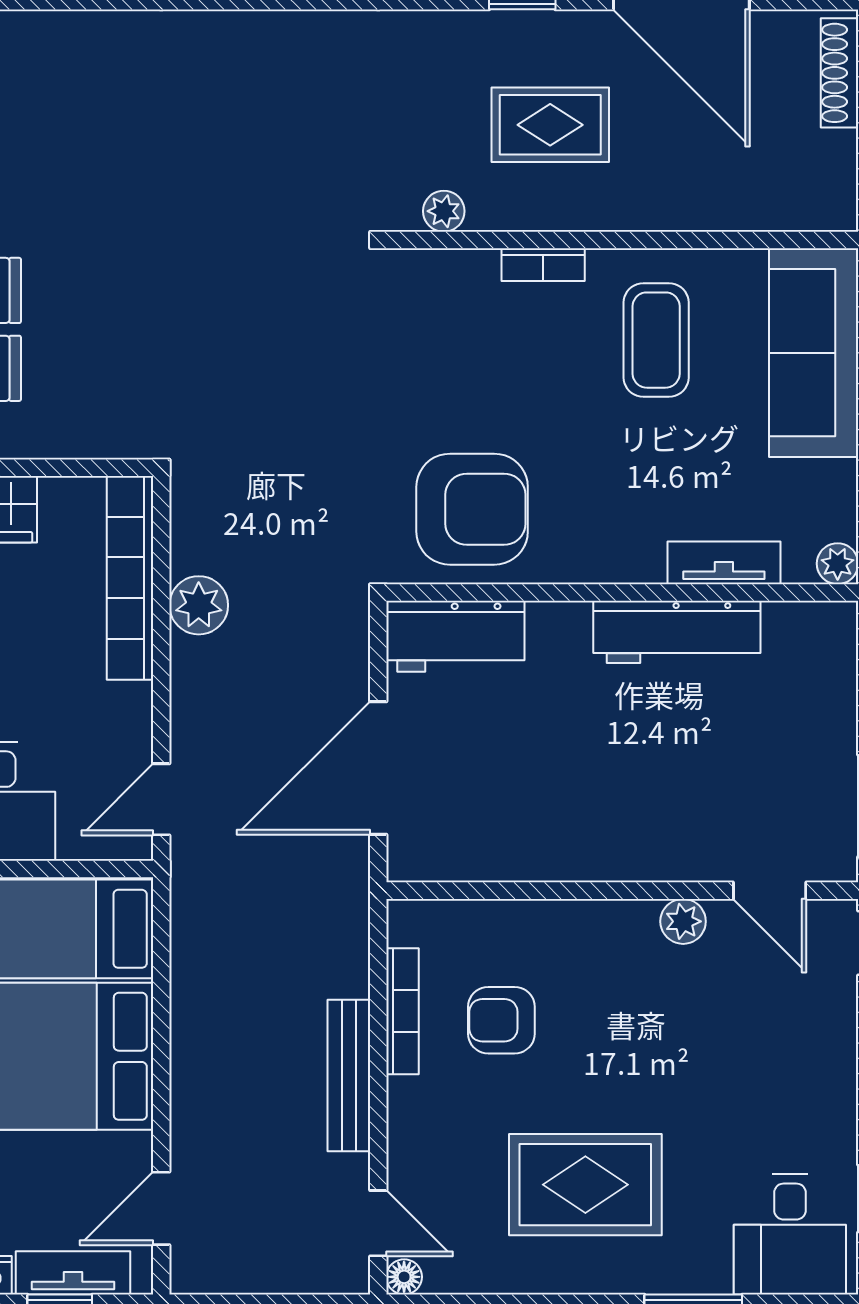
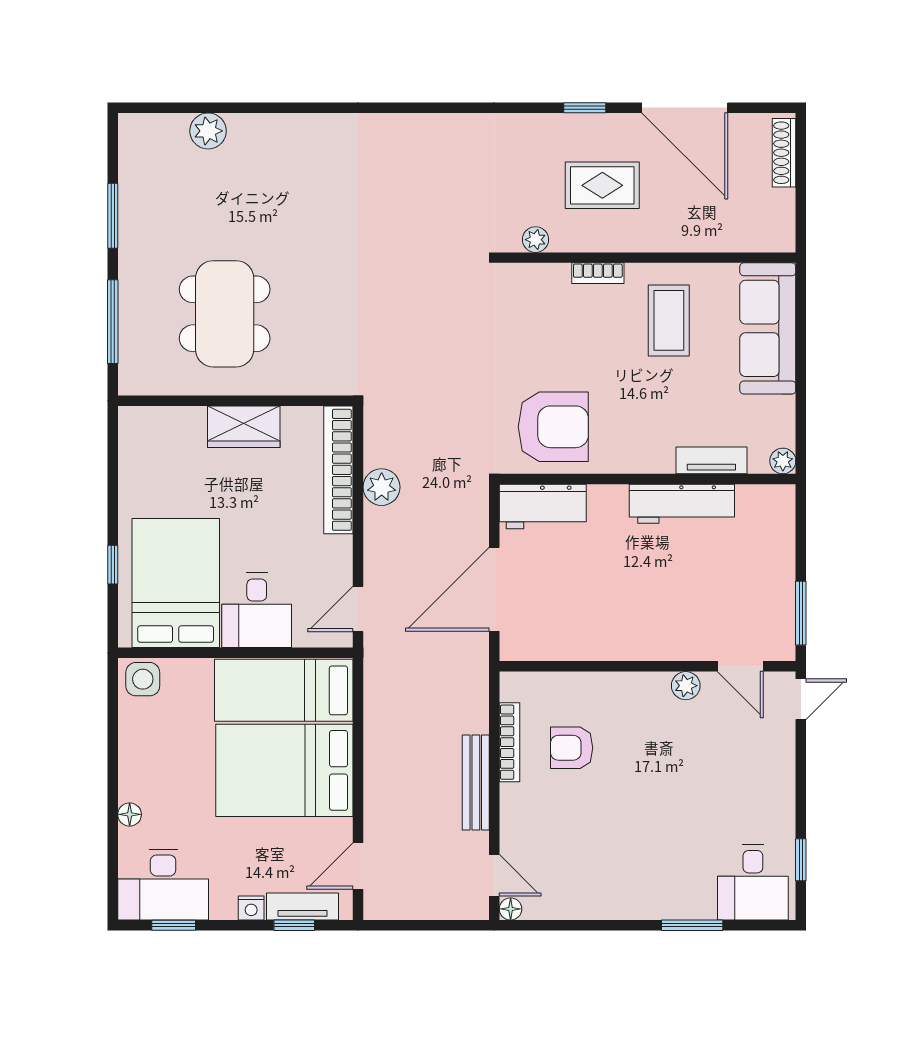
rug: (585, 1185) -> (624, 851), removed

